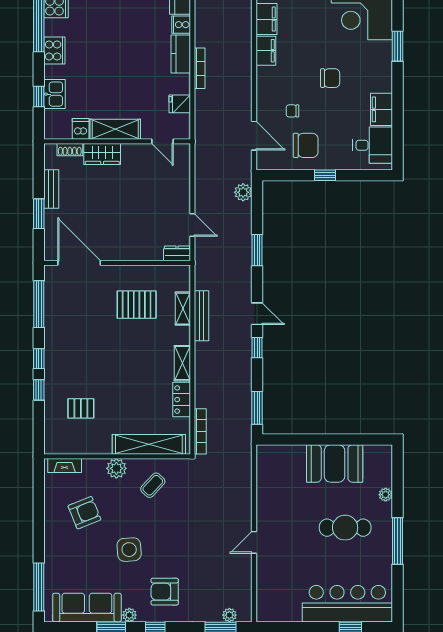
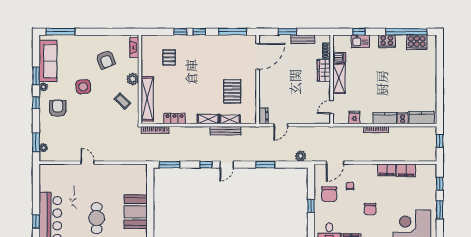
shelving: (182, 363) -> (208, 119), moved

